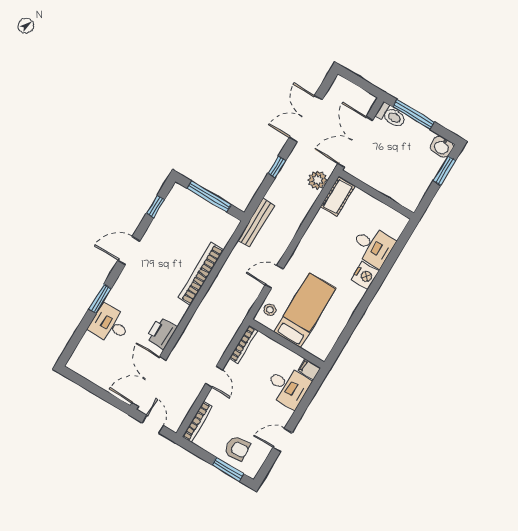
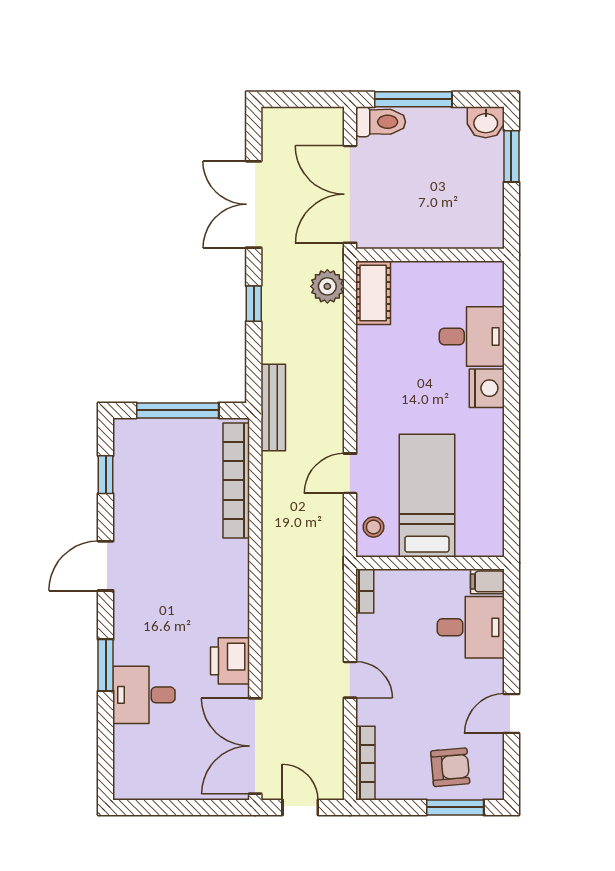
bookcase: (201, 274) -> (236, 480), moved
bookcase: (243, 344) -> (365, 591), width x0.64

